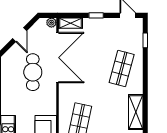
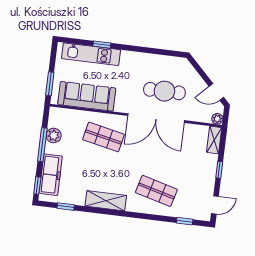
door: (20, 35) -> (216, 92), moved
double door: (57, 58) -> (156, 118), moved

